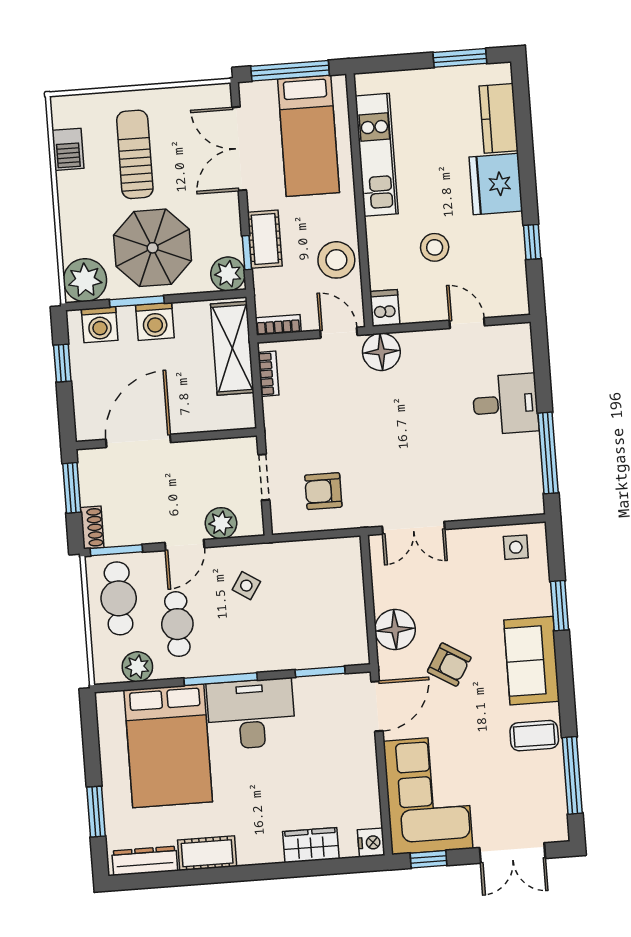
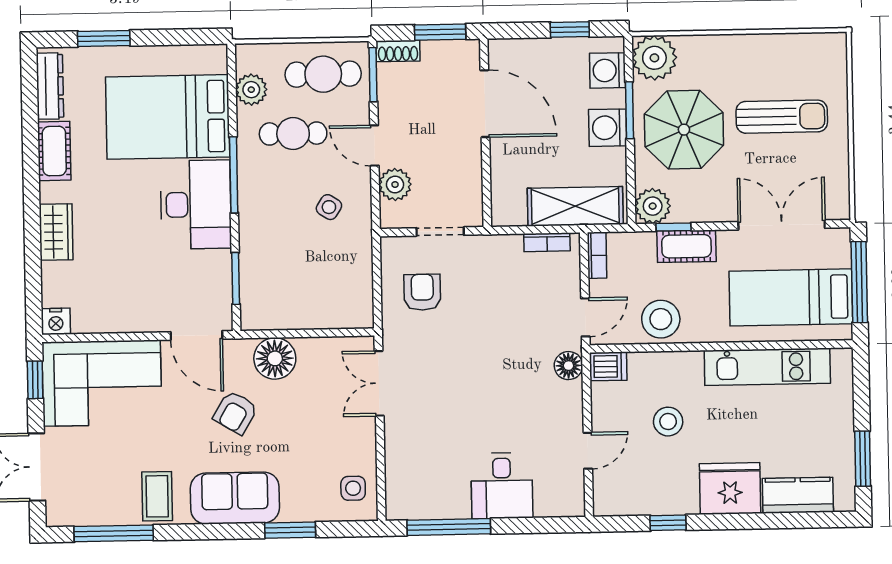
barbecue: (68, 149) -> (791, 48), removed
floor lamp: (381, 352) -> (568, 366), width x0.73, depth x0.73
wardrobe: (311, 845) -> (56, 232), moved

